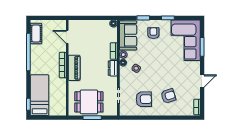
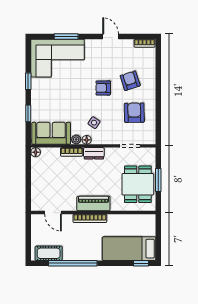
armchair: (153, 33) -> (103, 88), moved
door: (67, 37) -> (53, 213), hinge flipped

